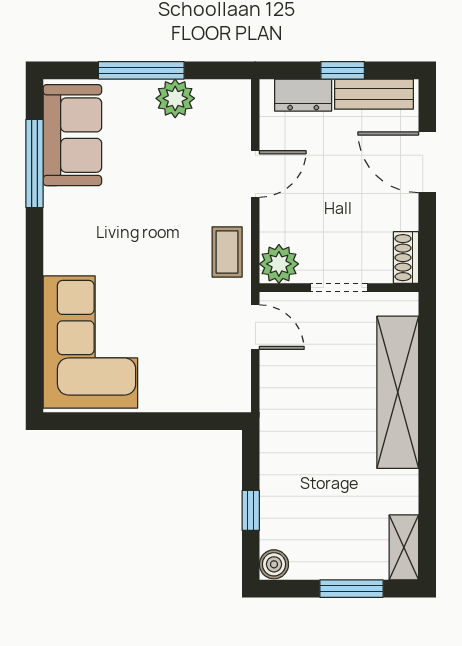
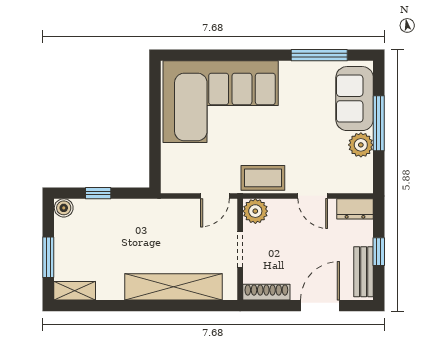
dresser: (303, 95) -> (355, 209), moved, turned -90
sofa: (72, 135) -> (355, 99), moved, turned 90
coffee table: (227, 252) -> (263, 178), width x1.36, depth x1.30
shoe rack: (406, 258) -> (266, 292), width x1.43
corner sofa: (90, 342) -> (221, 102), width x1.36, depth x1.36

